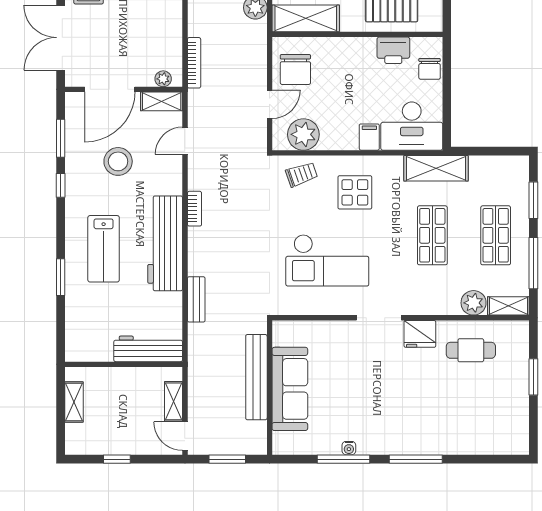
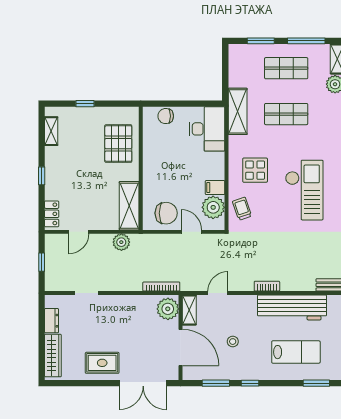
printer: (393, 50) -> (152, 142), removed
chair: (430, 69) -> (166, 116), turned 180
plant: (163, 79) -> (168, 309), width x1.87, depth x1.87
filing cabinet: (369, 137) -> (215, 188), moved
door: (185, 141) -> (218, 293), swing flipped
stool: (118, 161) -> (233, 342), width x0.53, depth x0.53

